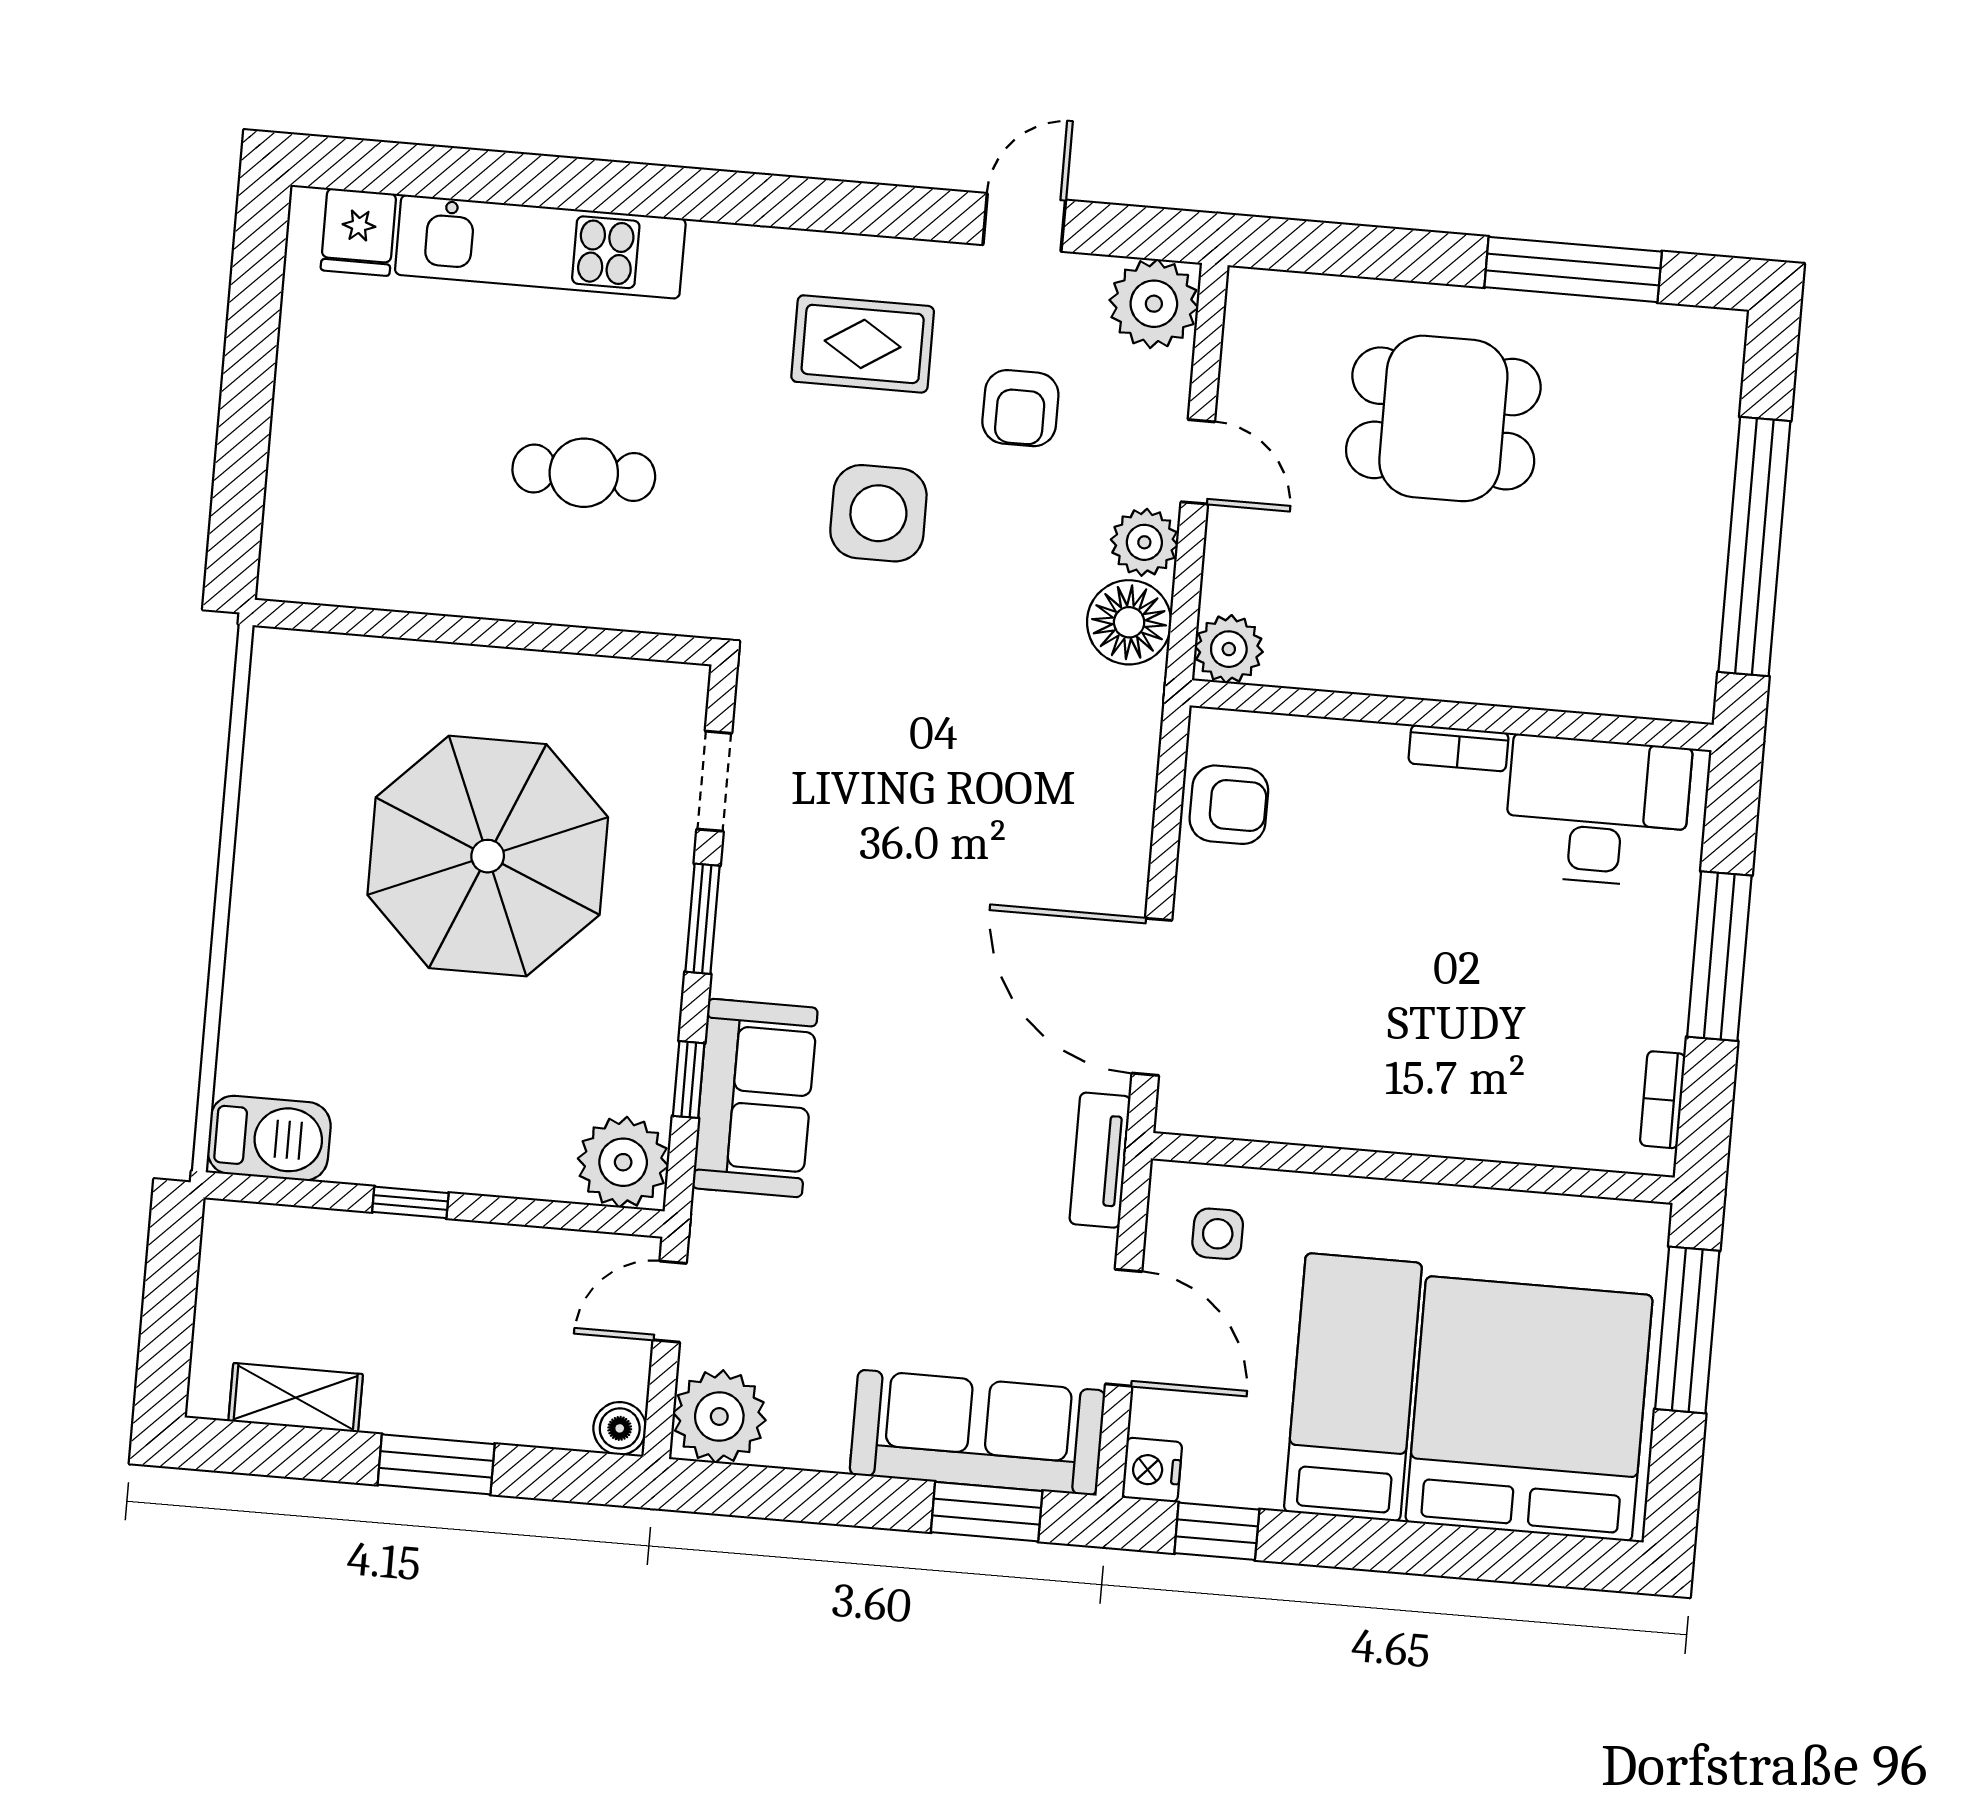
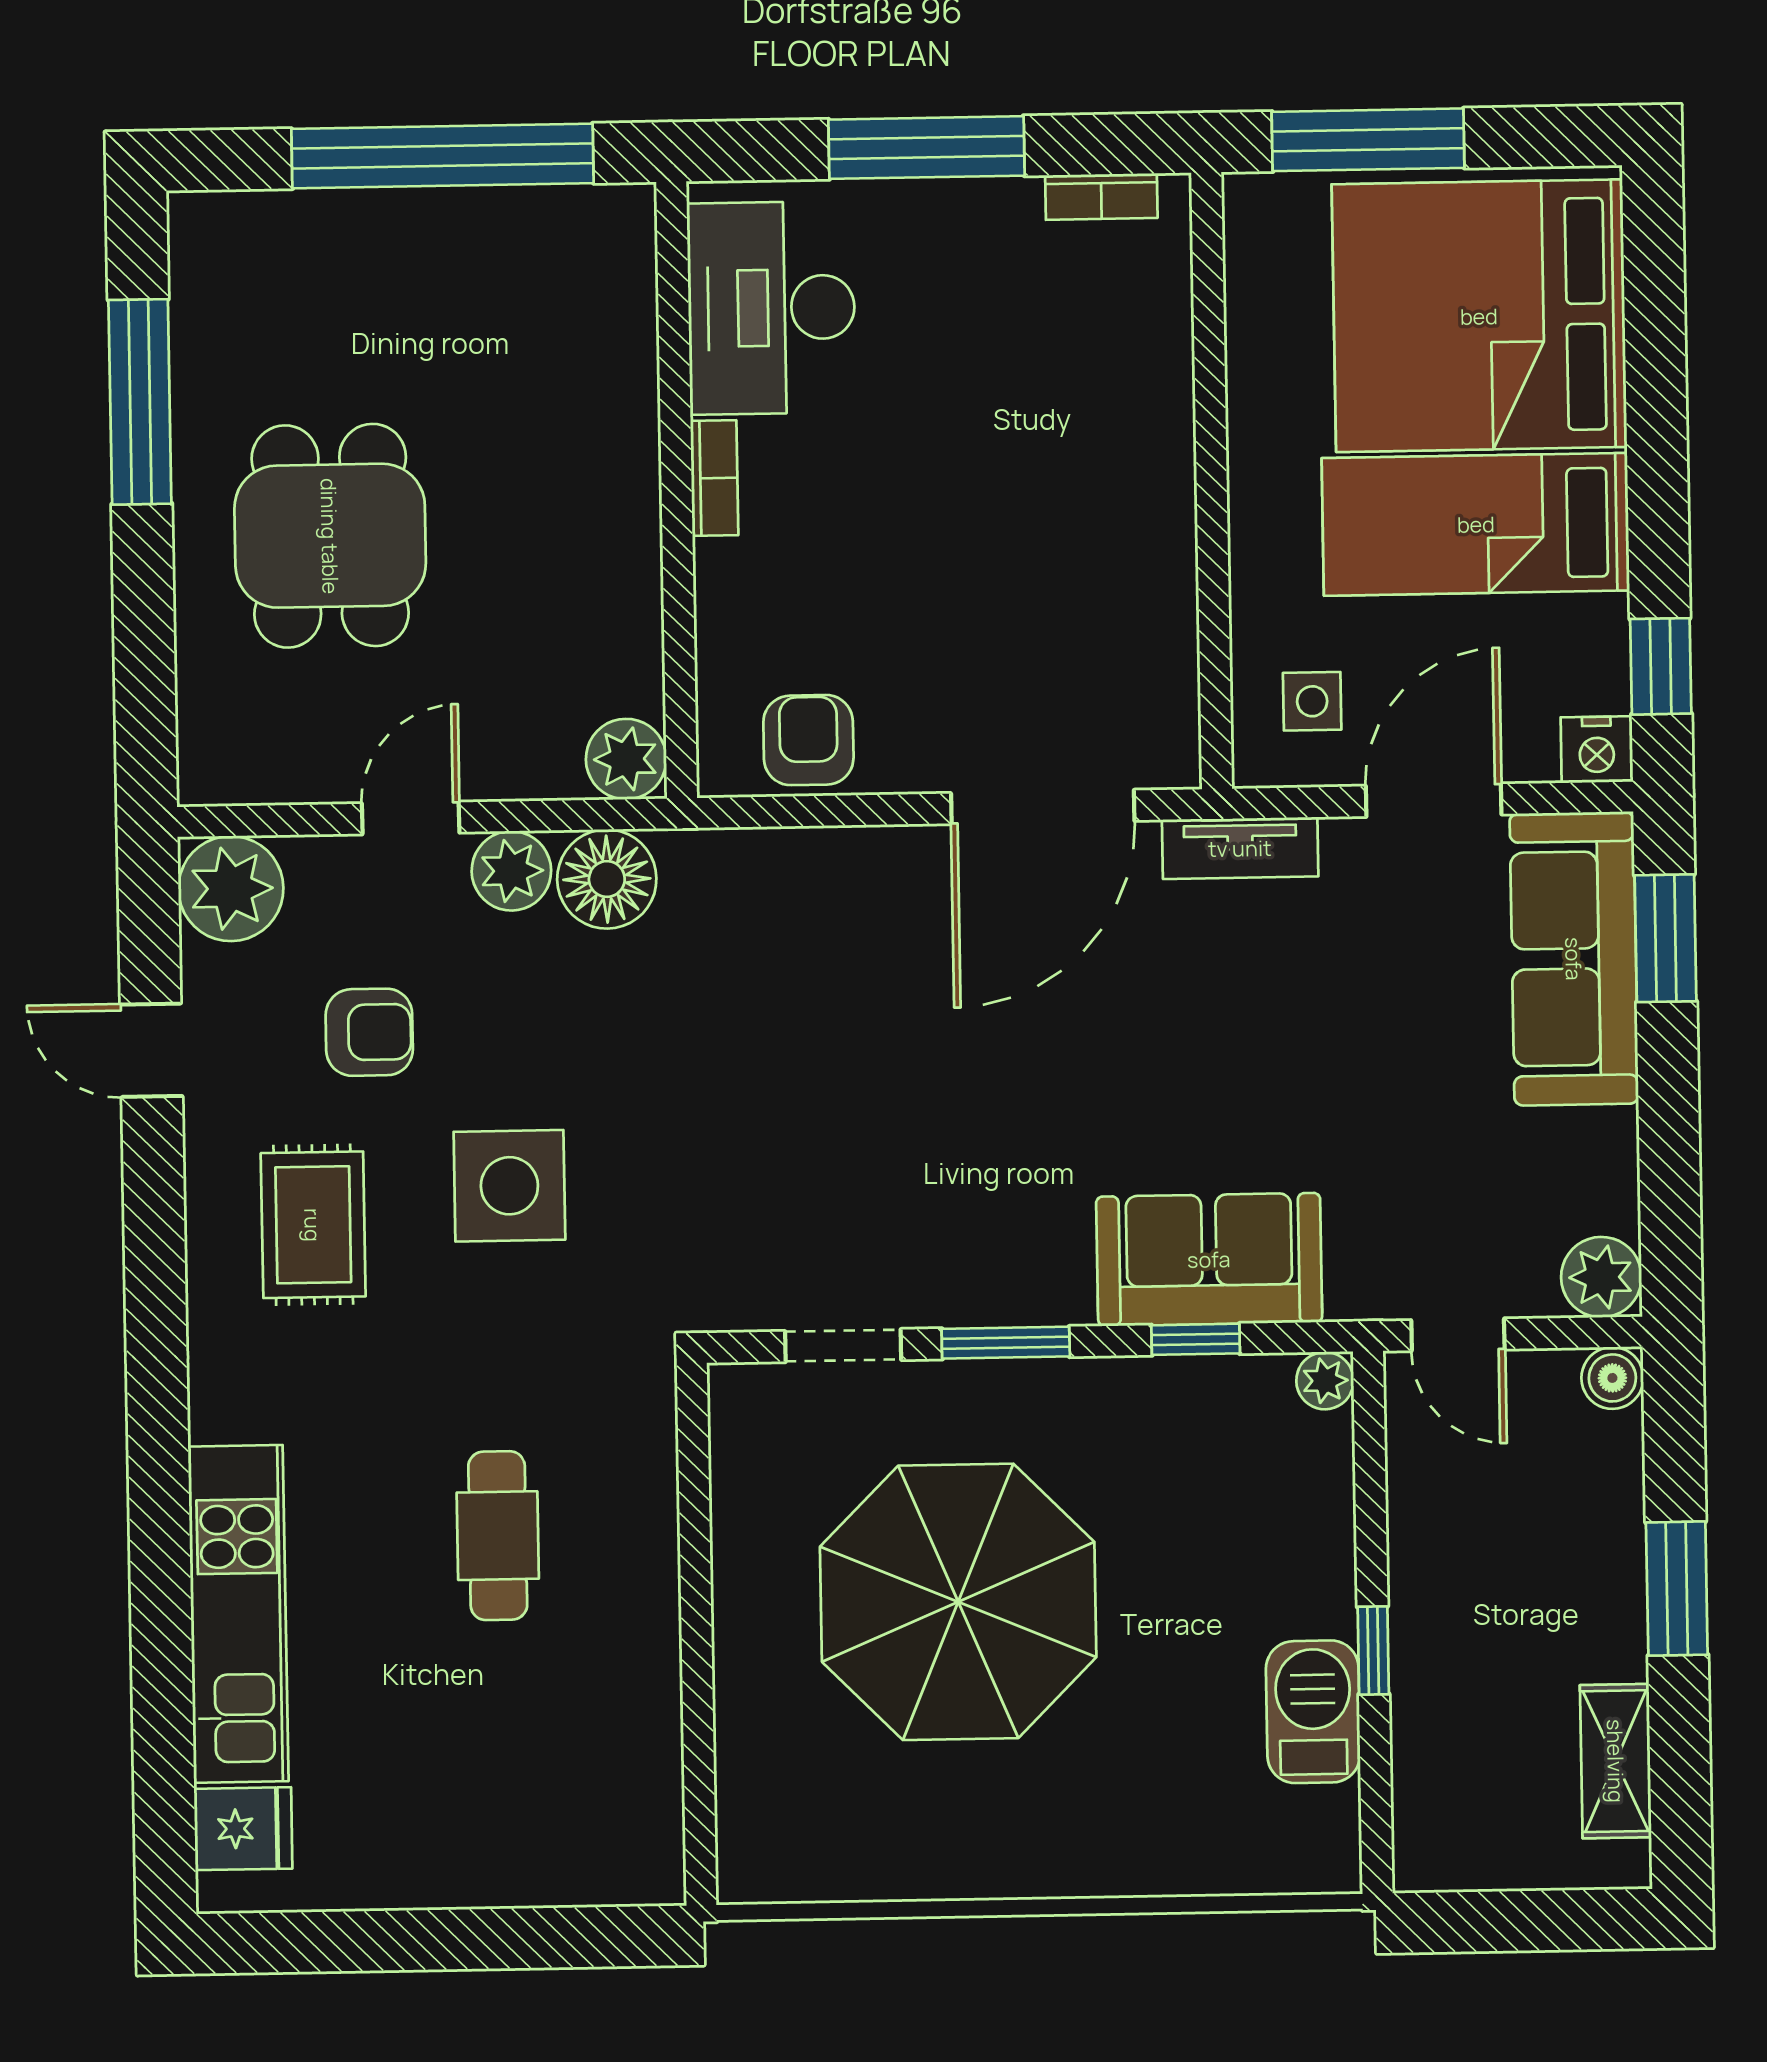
barbecue: (269, 1138) -> (1313, 1712), moved
plant: (623, 1162) -> (1325, 1381), width x0.53, depth x0.53
plant: (719, 1417) -> (1601, 1277), width x0.73, depth x0.73

